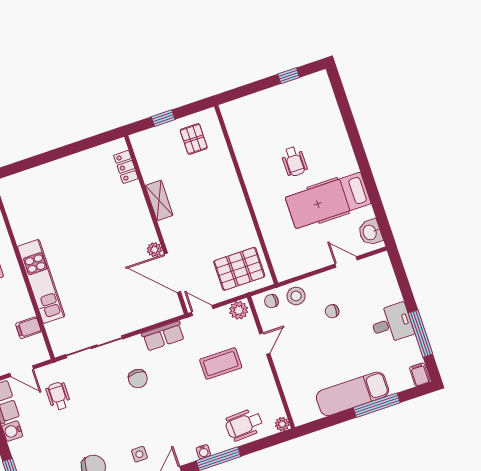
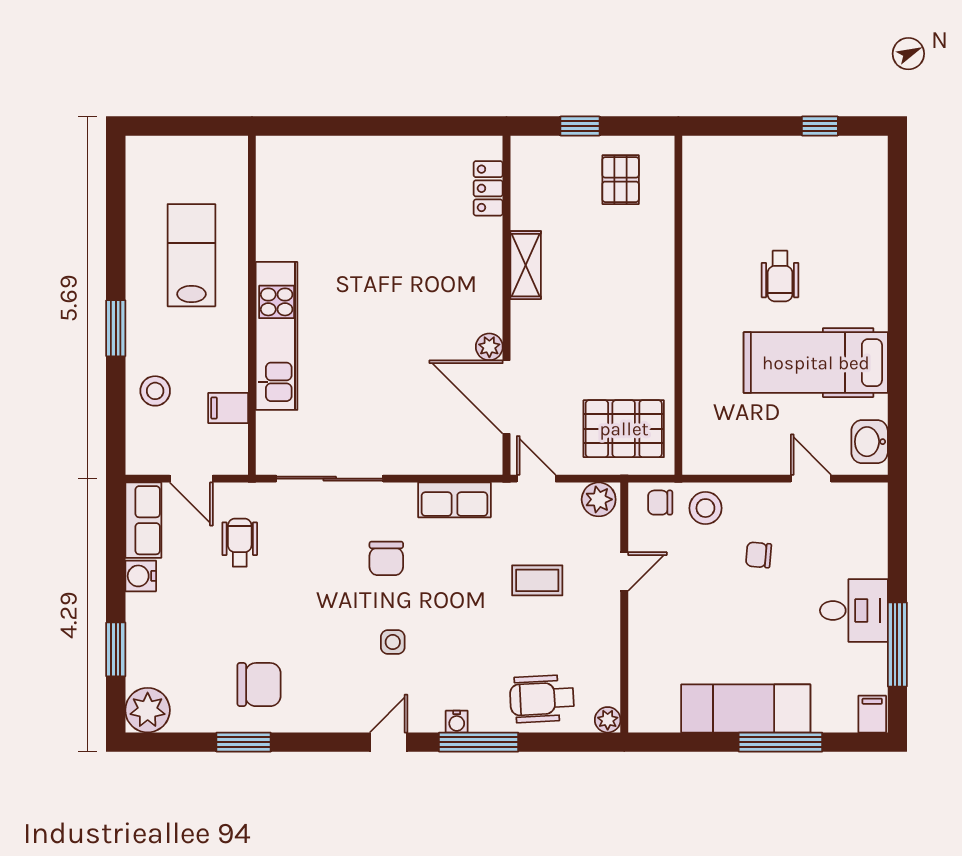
coffee table: (221, 363) -> (537, 580), width x0.73, depth x0.77
side table: (139, 454) -> (393, 642), moved

